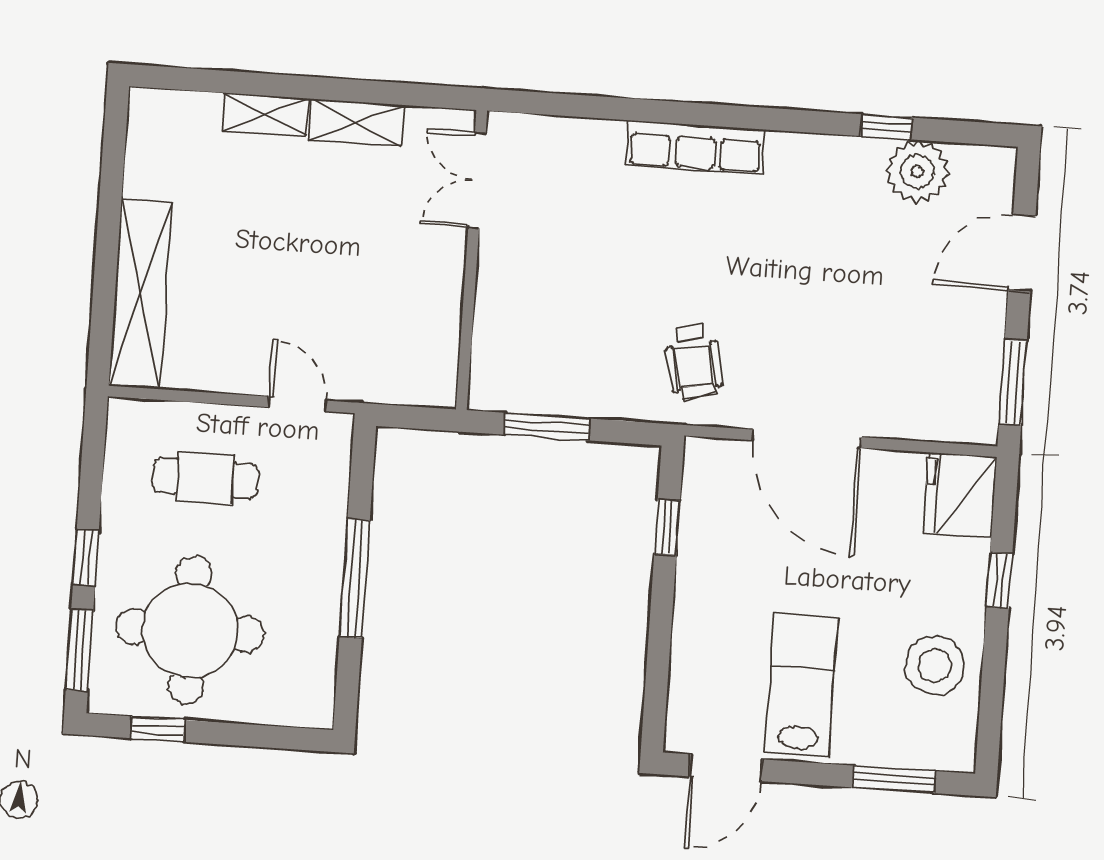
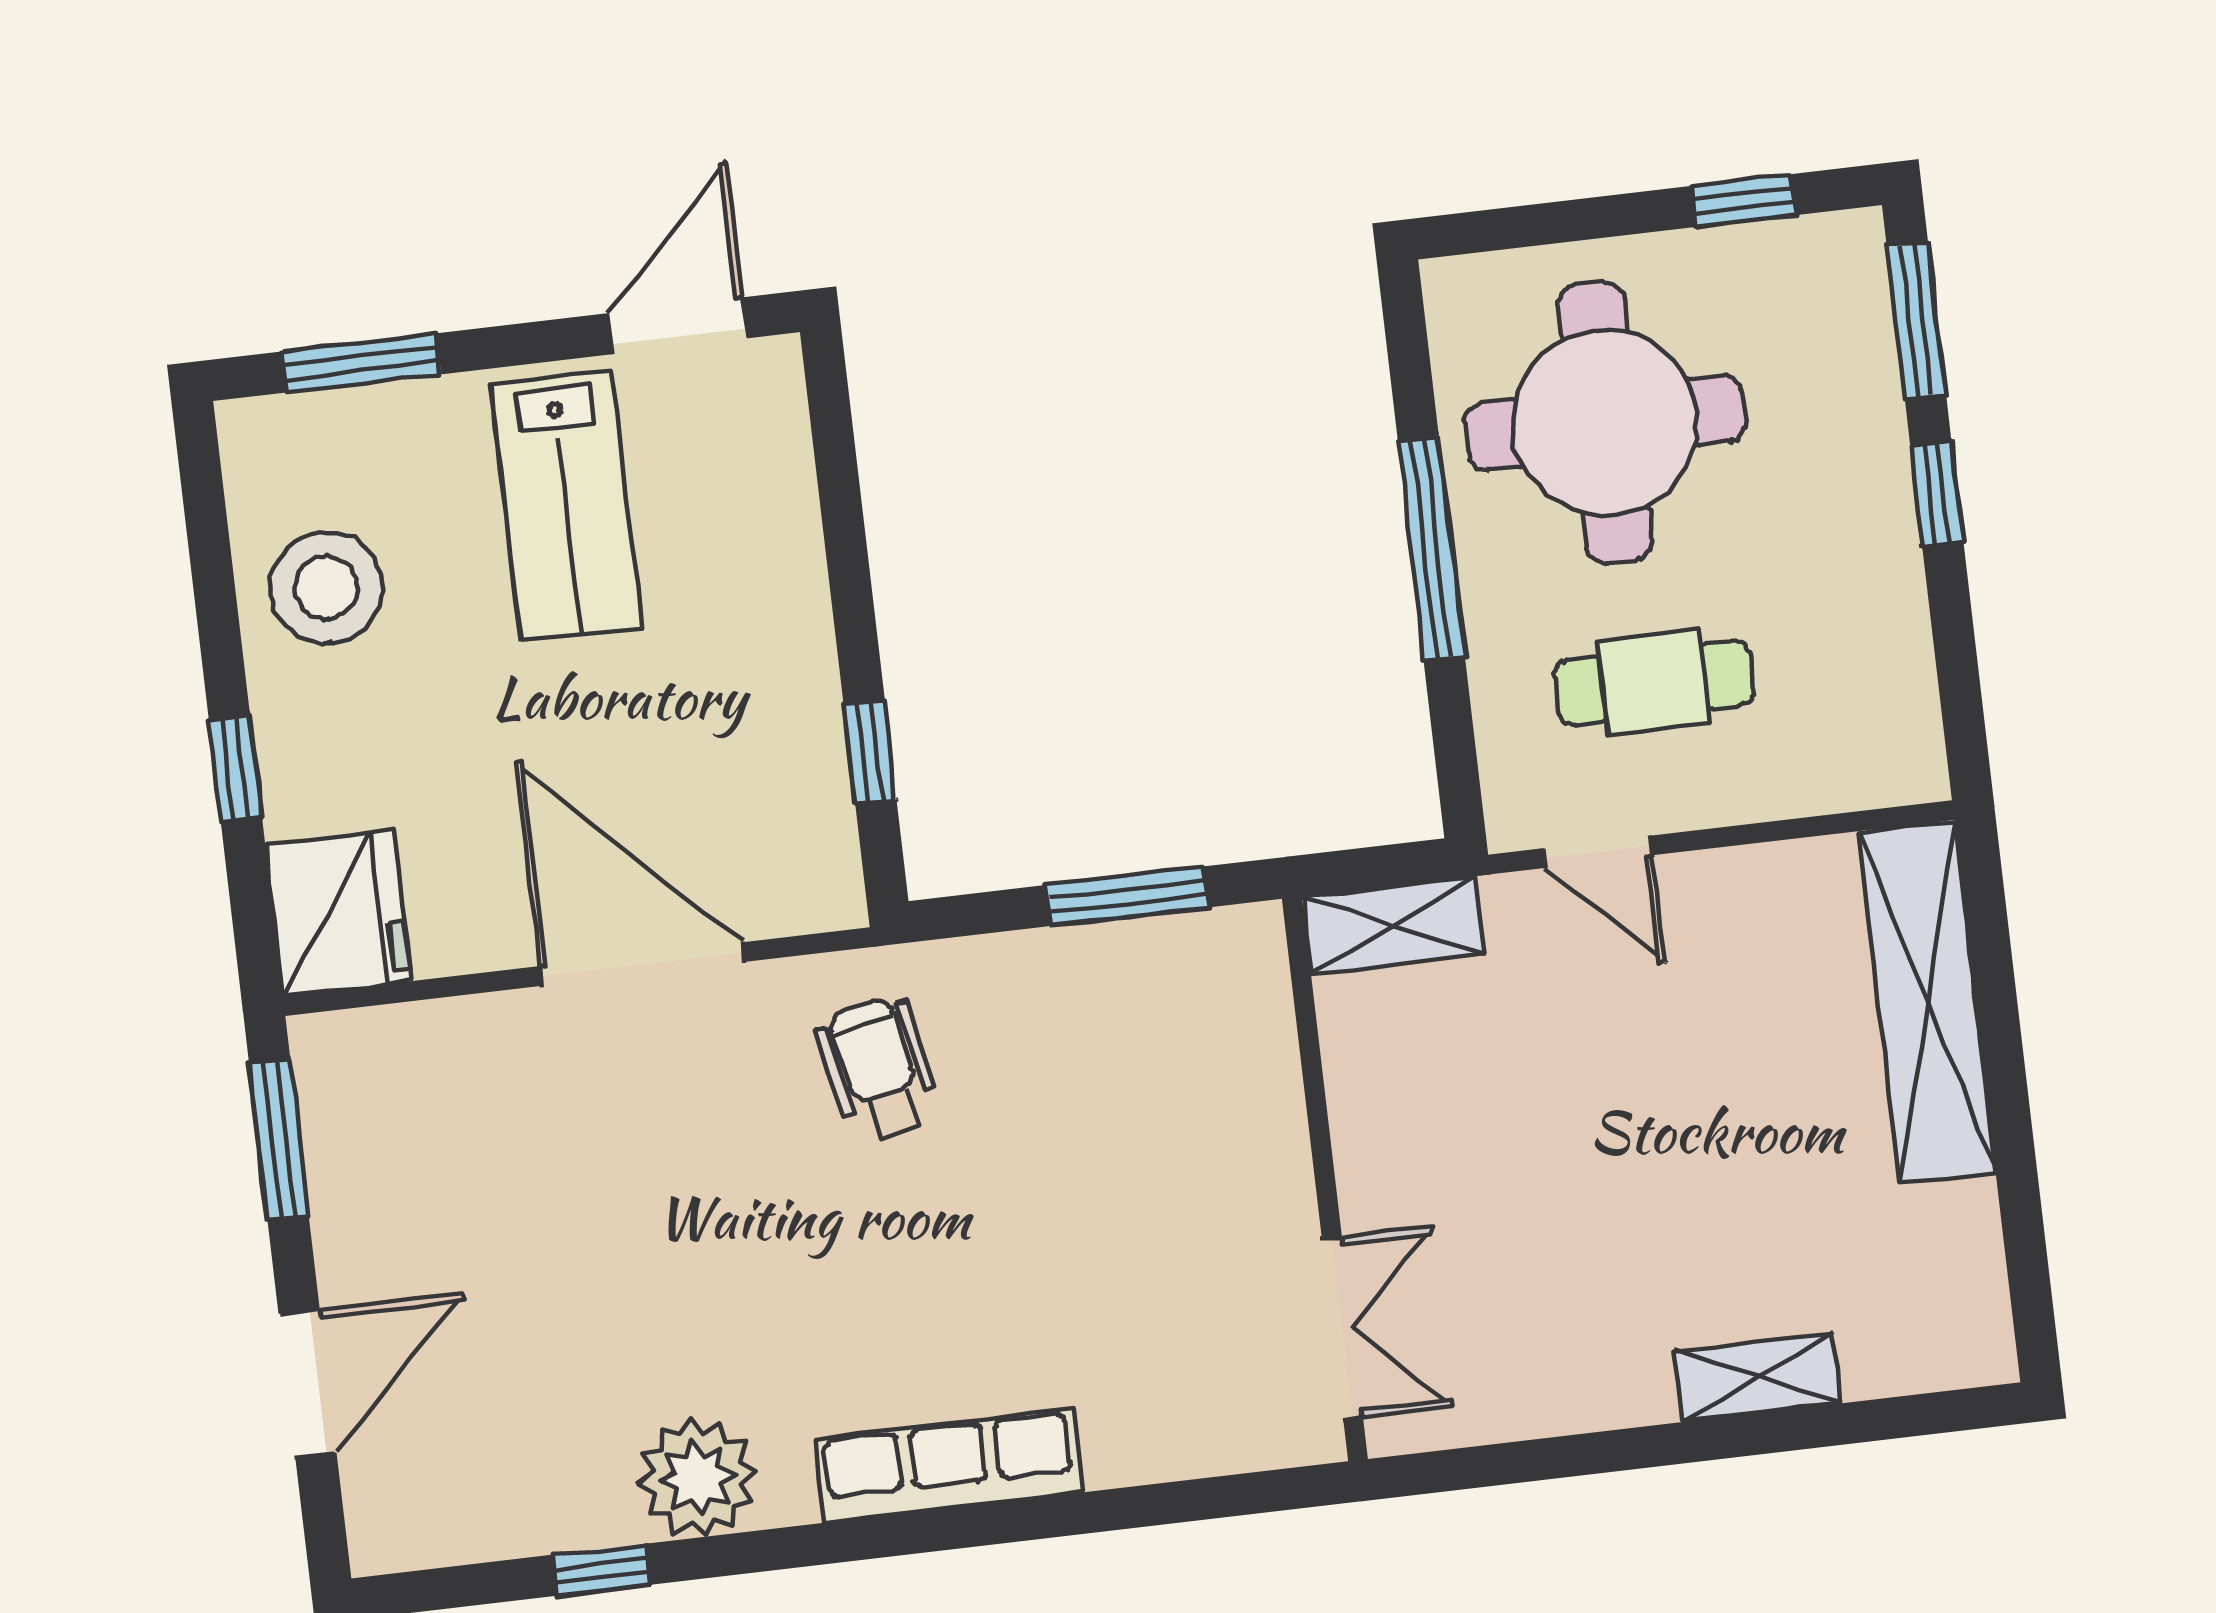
shelving: (357, 123) -> (1393, 925), moved
plant: (917, 172) -> (698, 1478), moved
cafe table: (205, 478) -> (1654, 683), moved
round table: (190, 630) -> (1605, 423), moved

